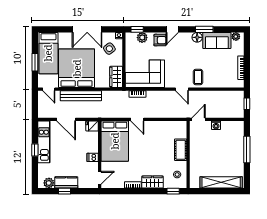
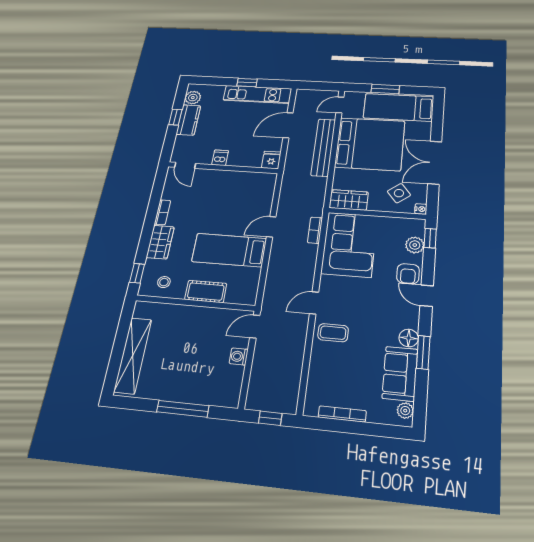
door: (199, 119) -> (255, 327), swing flipped
bed: (115, 141) -> (229, 250), moved, width x0.67

